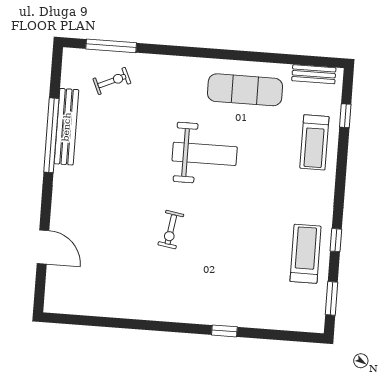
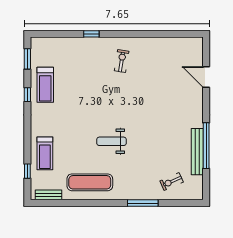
window: (111, 46) -> (143, 203), moved
treadmill: (314, 142) -> (45, 153), turned 180
weight bench: (205, 154) -> (111, 141), width x0.73, depth x0.75
exercise bike: (171, 230) -> (122, 61), moved

